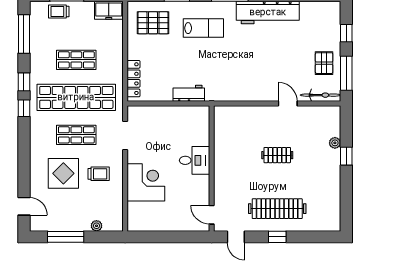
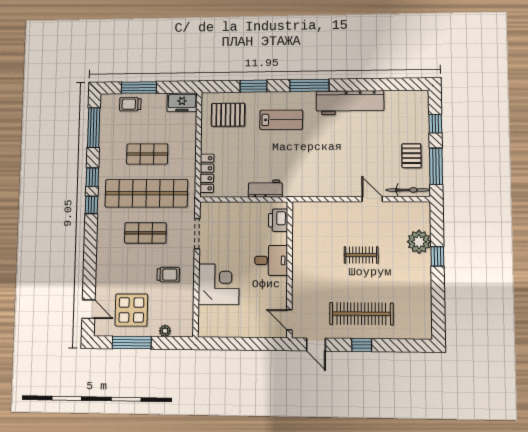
printer: (201, 123) -> (278, 220), added
plant: (335, 143) -> (419, 242), width x1.88, depth x1.88
display table: (63, 173) -> (131, 310), moved

